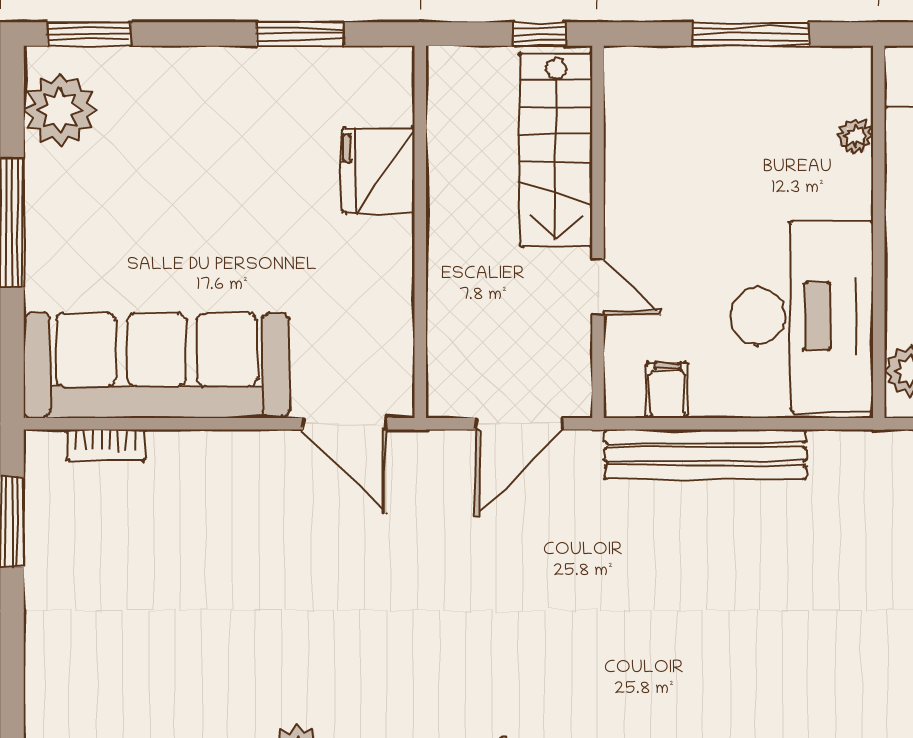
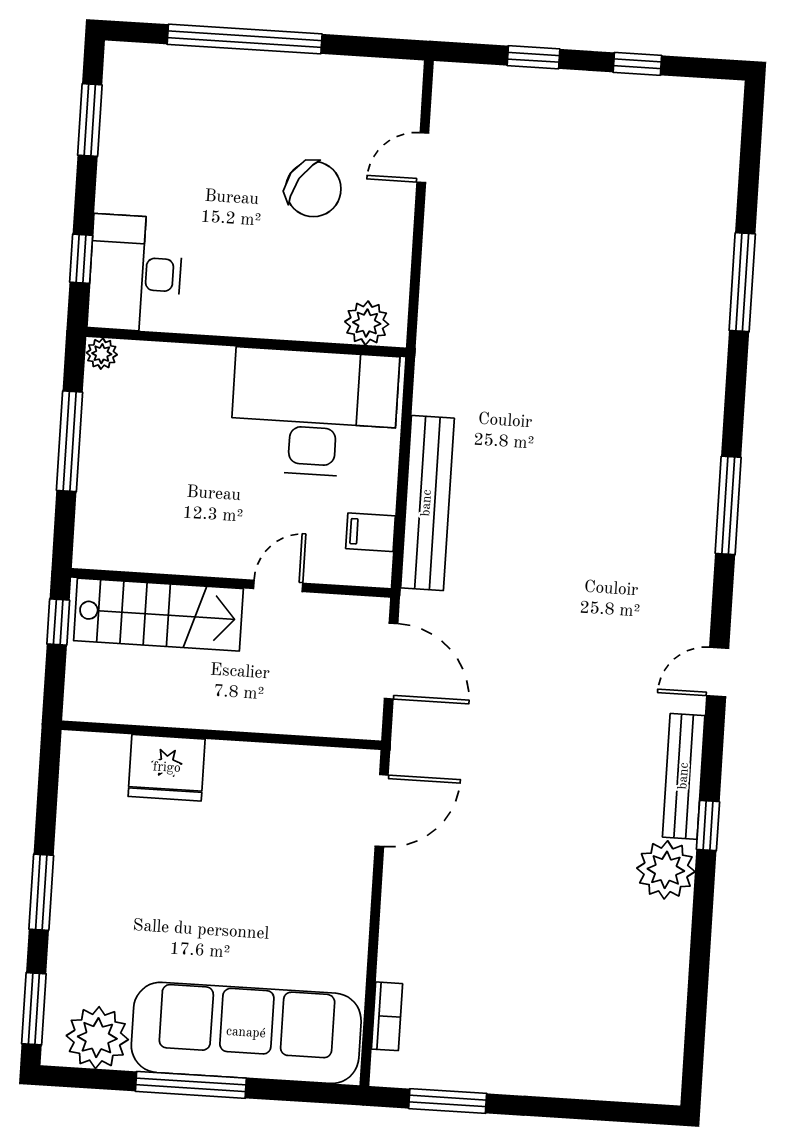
window: (300, 34) -> (41, 892), moved
plant: (855, 136) -> (102, 354), moved
sofa: (156, 365) -> (246, 1033), moved, turned 90

